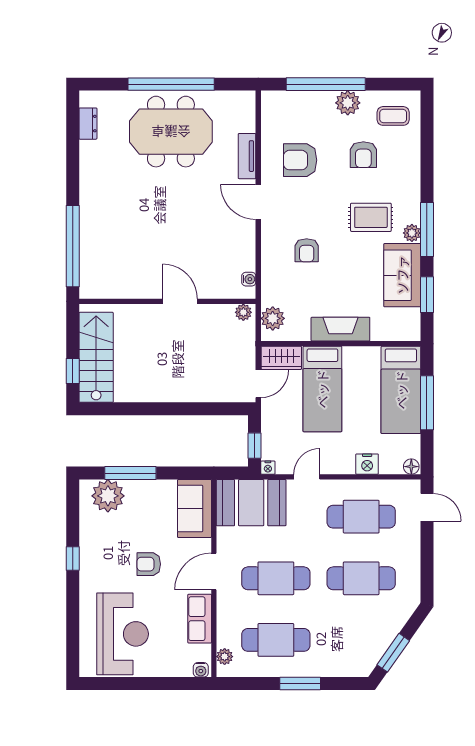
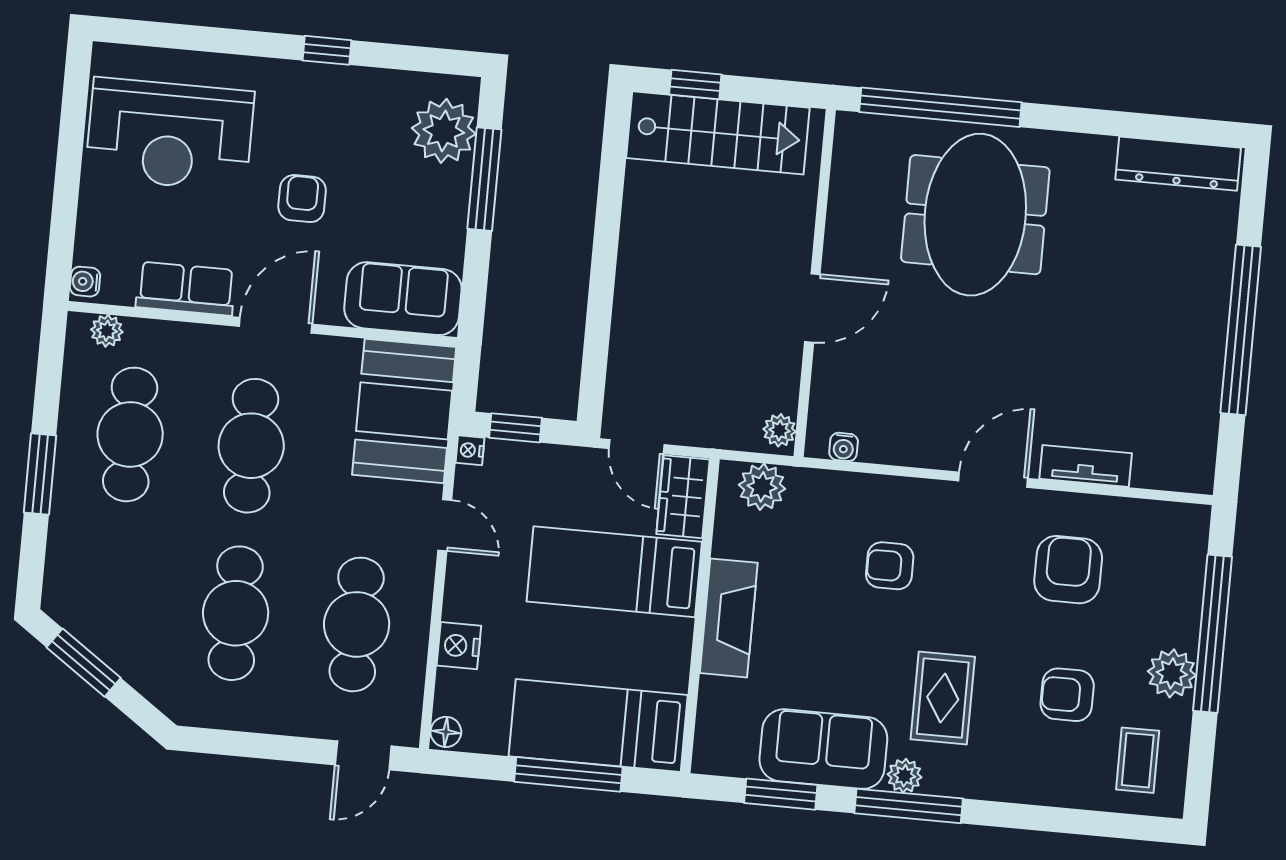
dresser: (88, 124) -> (1178, 164), width x1.96, depth x1.24
meeting table: (171, 132) -> (975, 215), moved
door: (214, 572) -> (276, 325), hinge flipped

